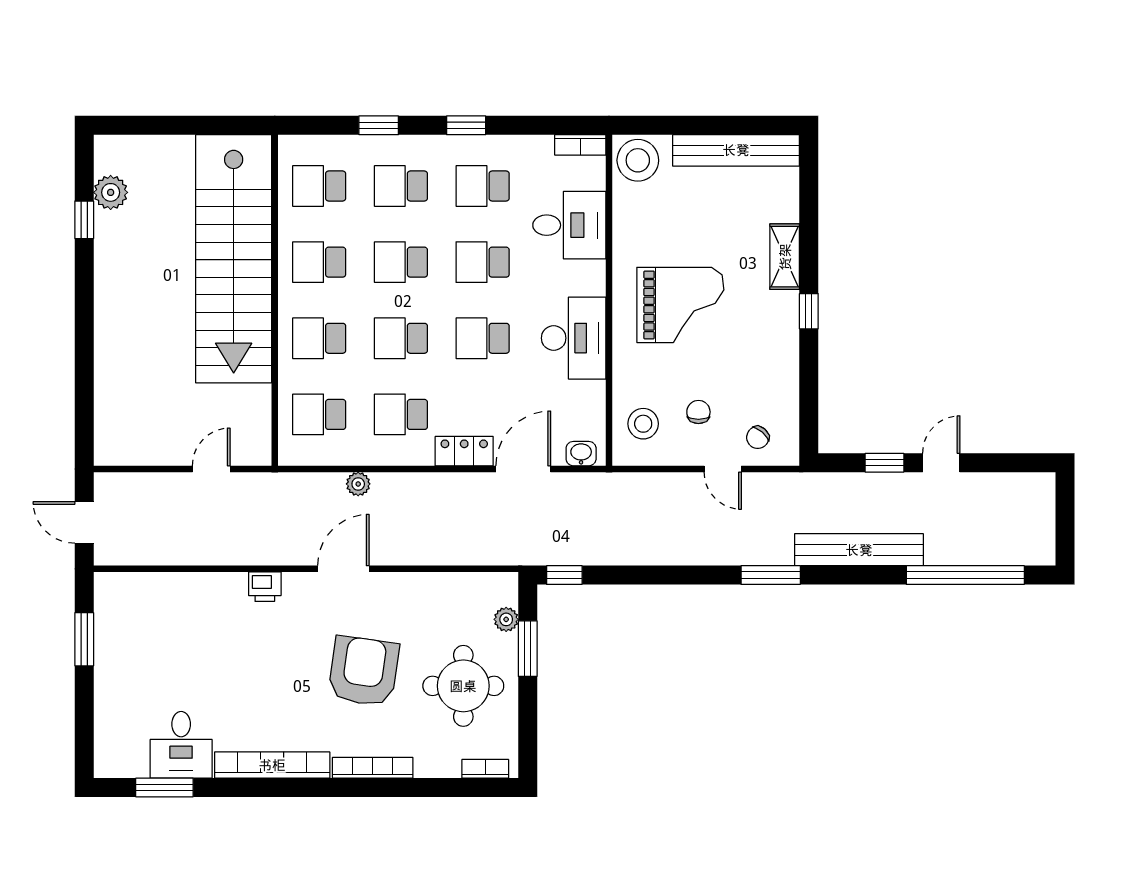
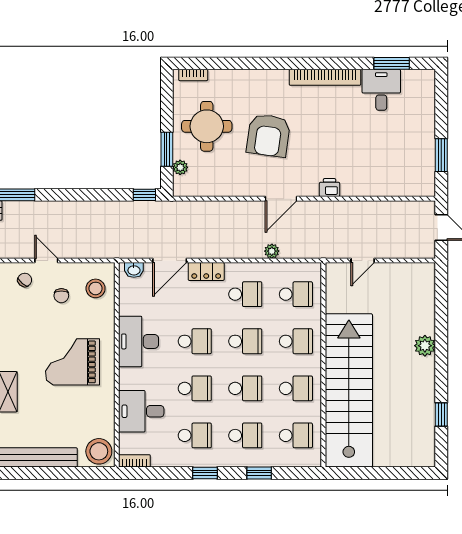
plant: (111, 192) -> (425, 346), moved
bookcase: (373, 768) -> (263, 76), removed

